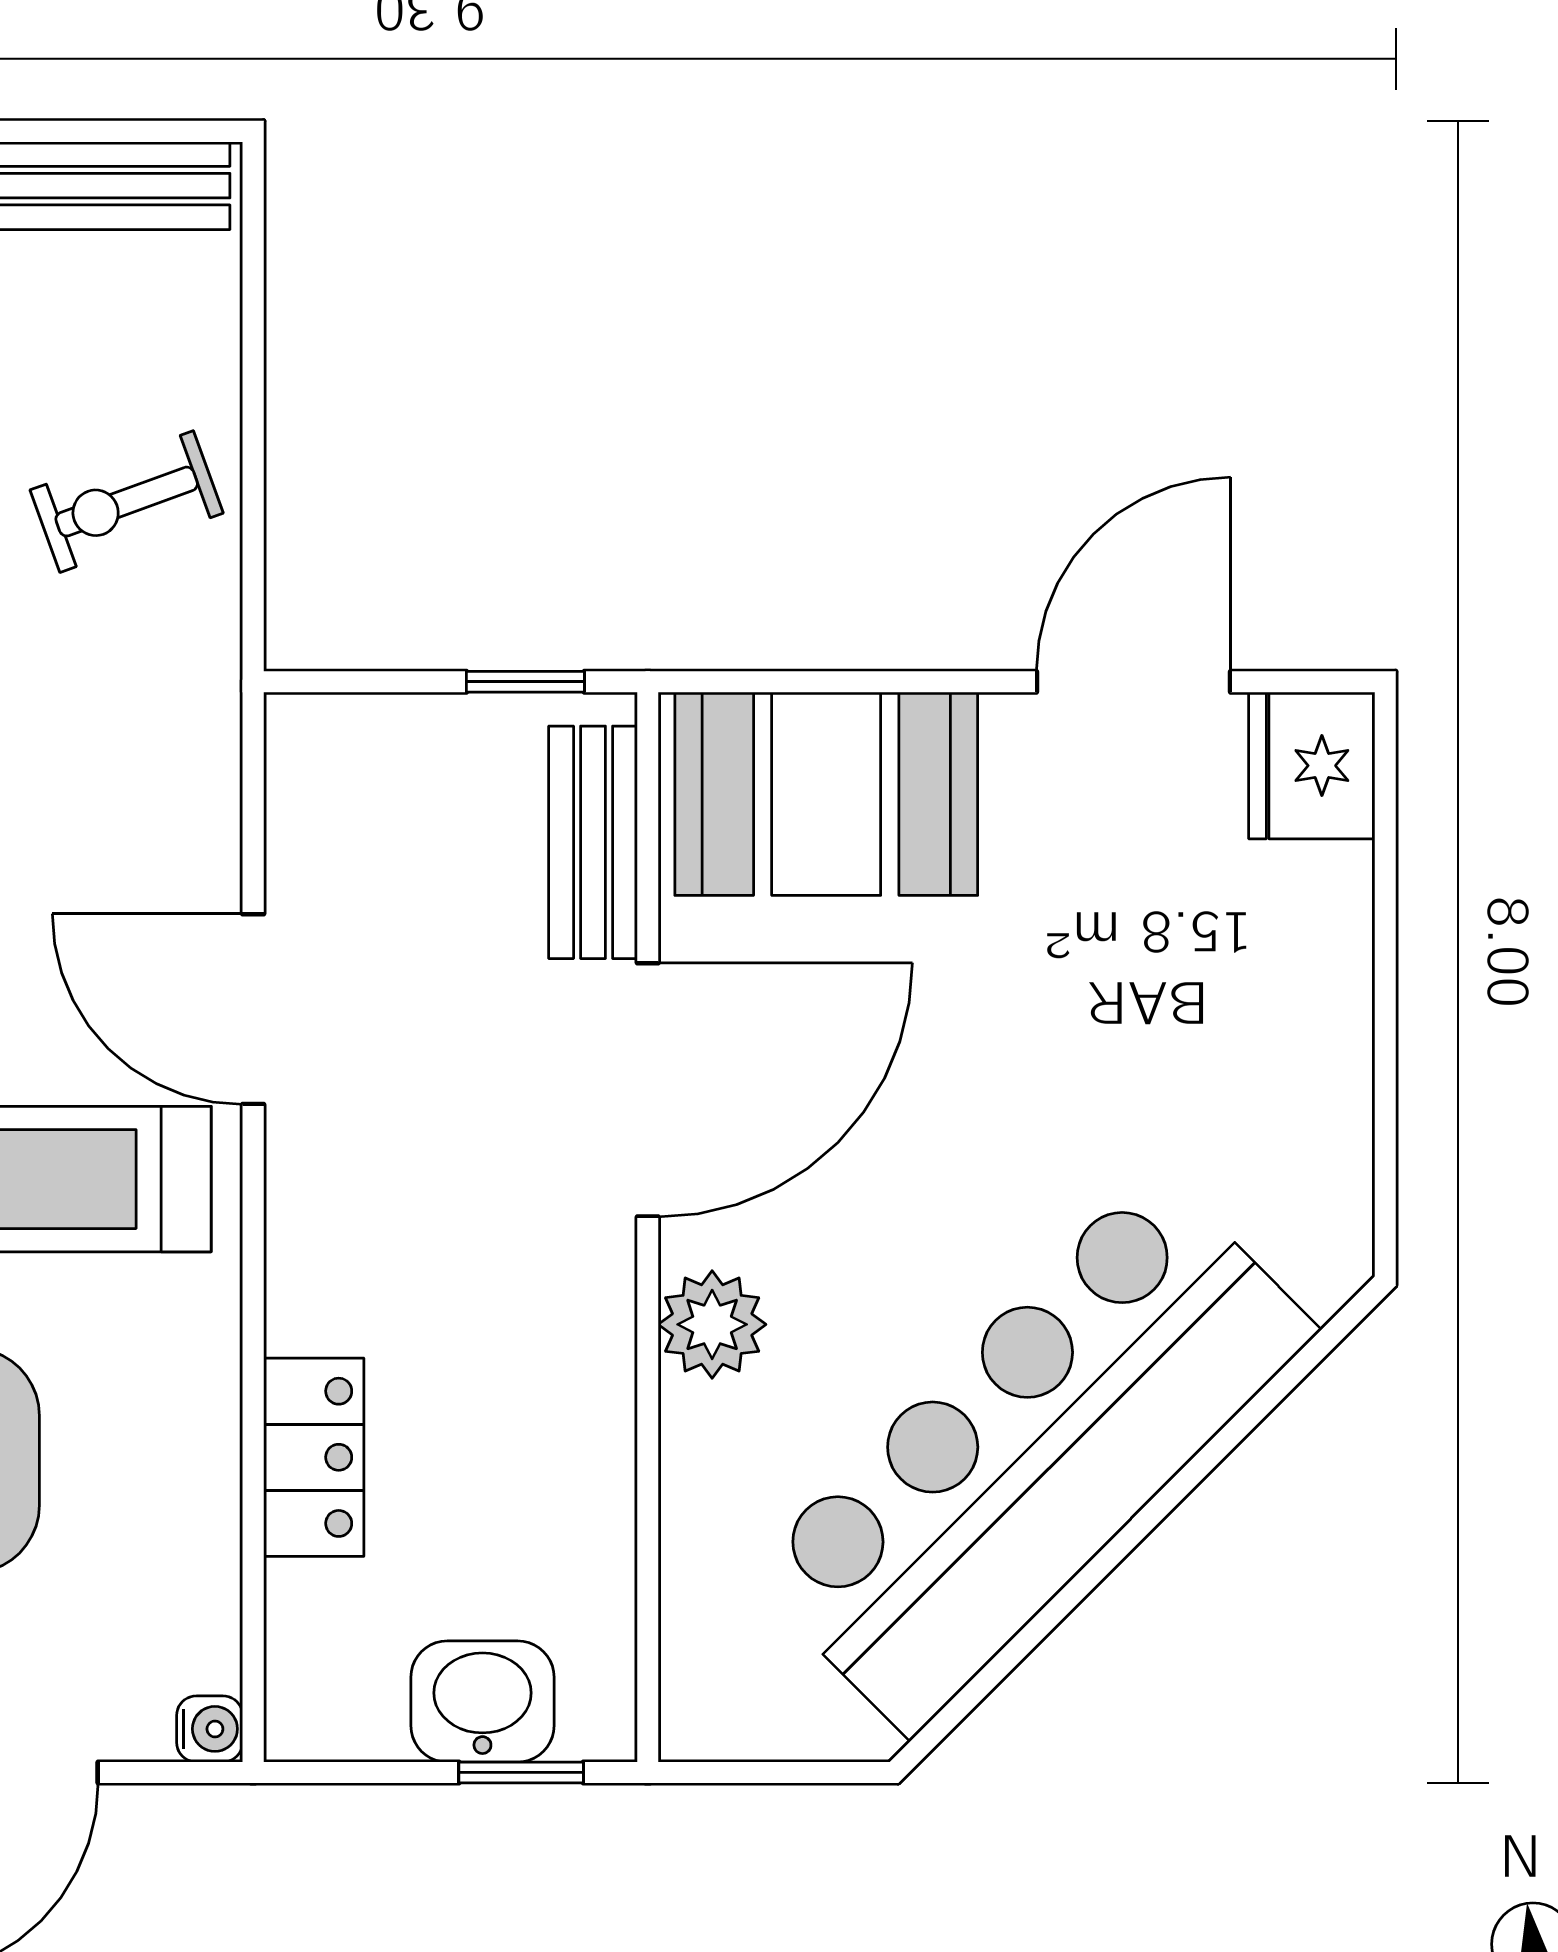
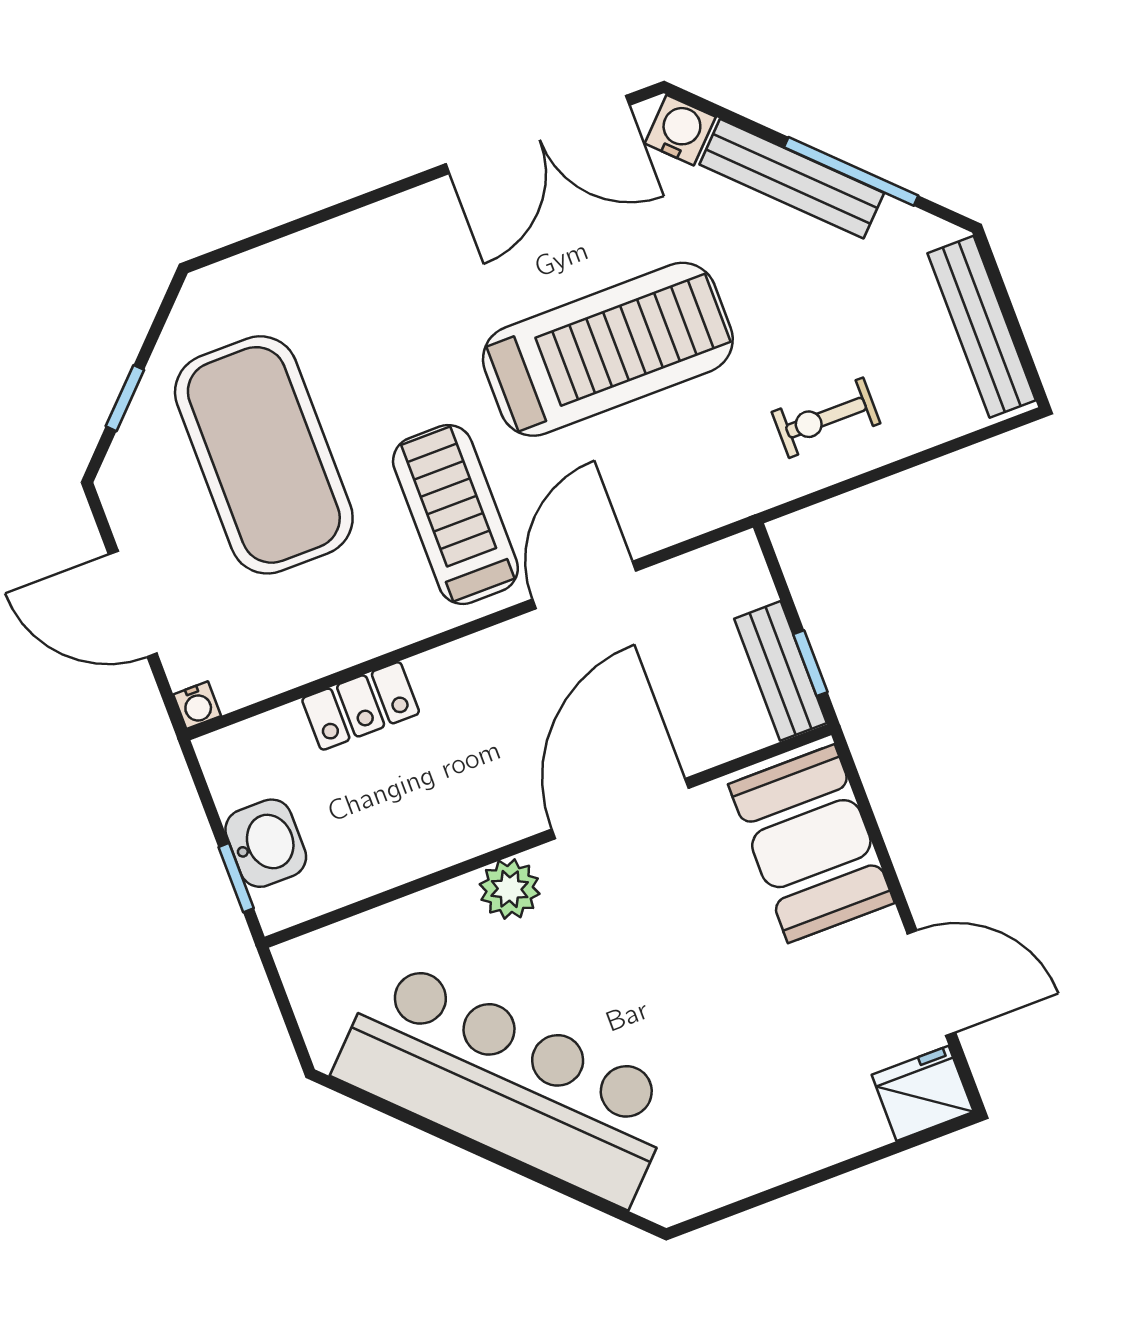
exercise bike: (127, 502) -> (826, 418), turned -70
bench: (593, 842) -> (780, 671), moved, turned 90
door: (648, 1090) -> (620, 809), swing flipped

